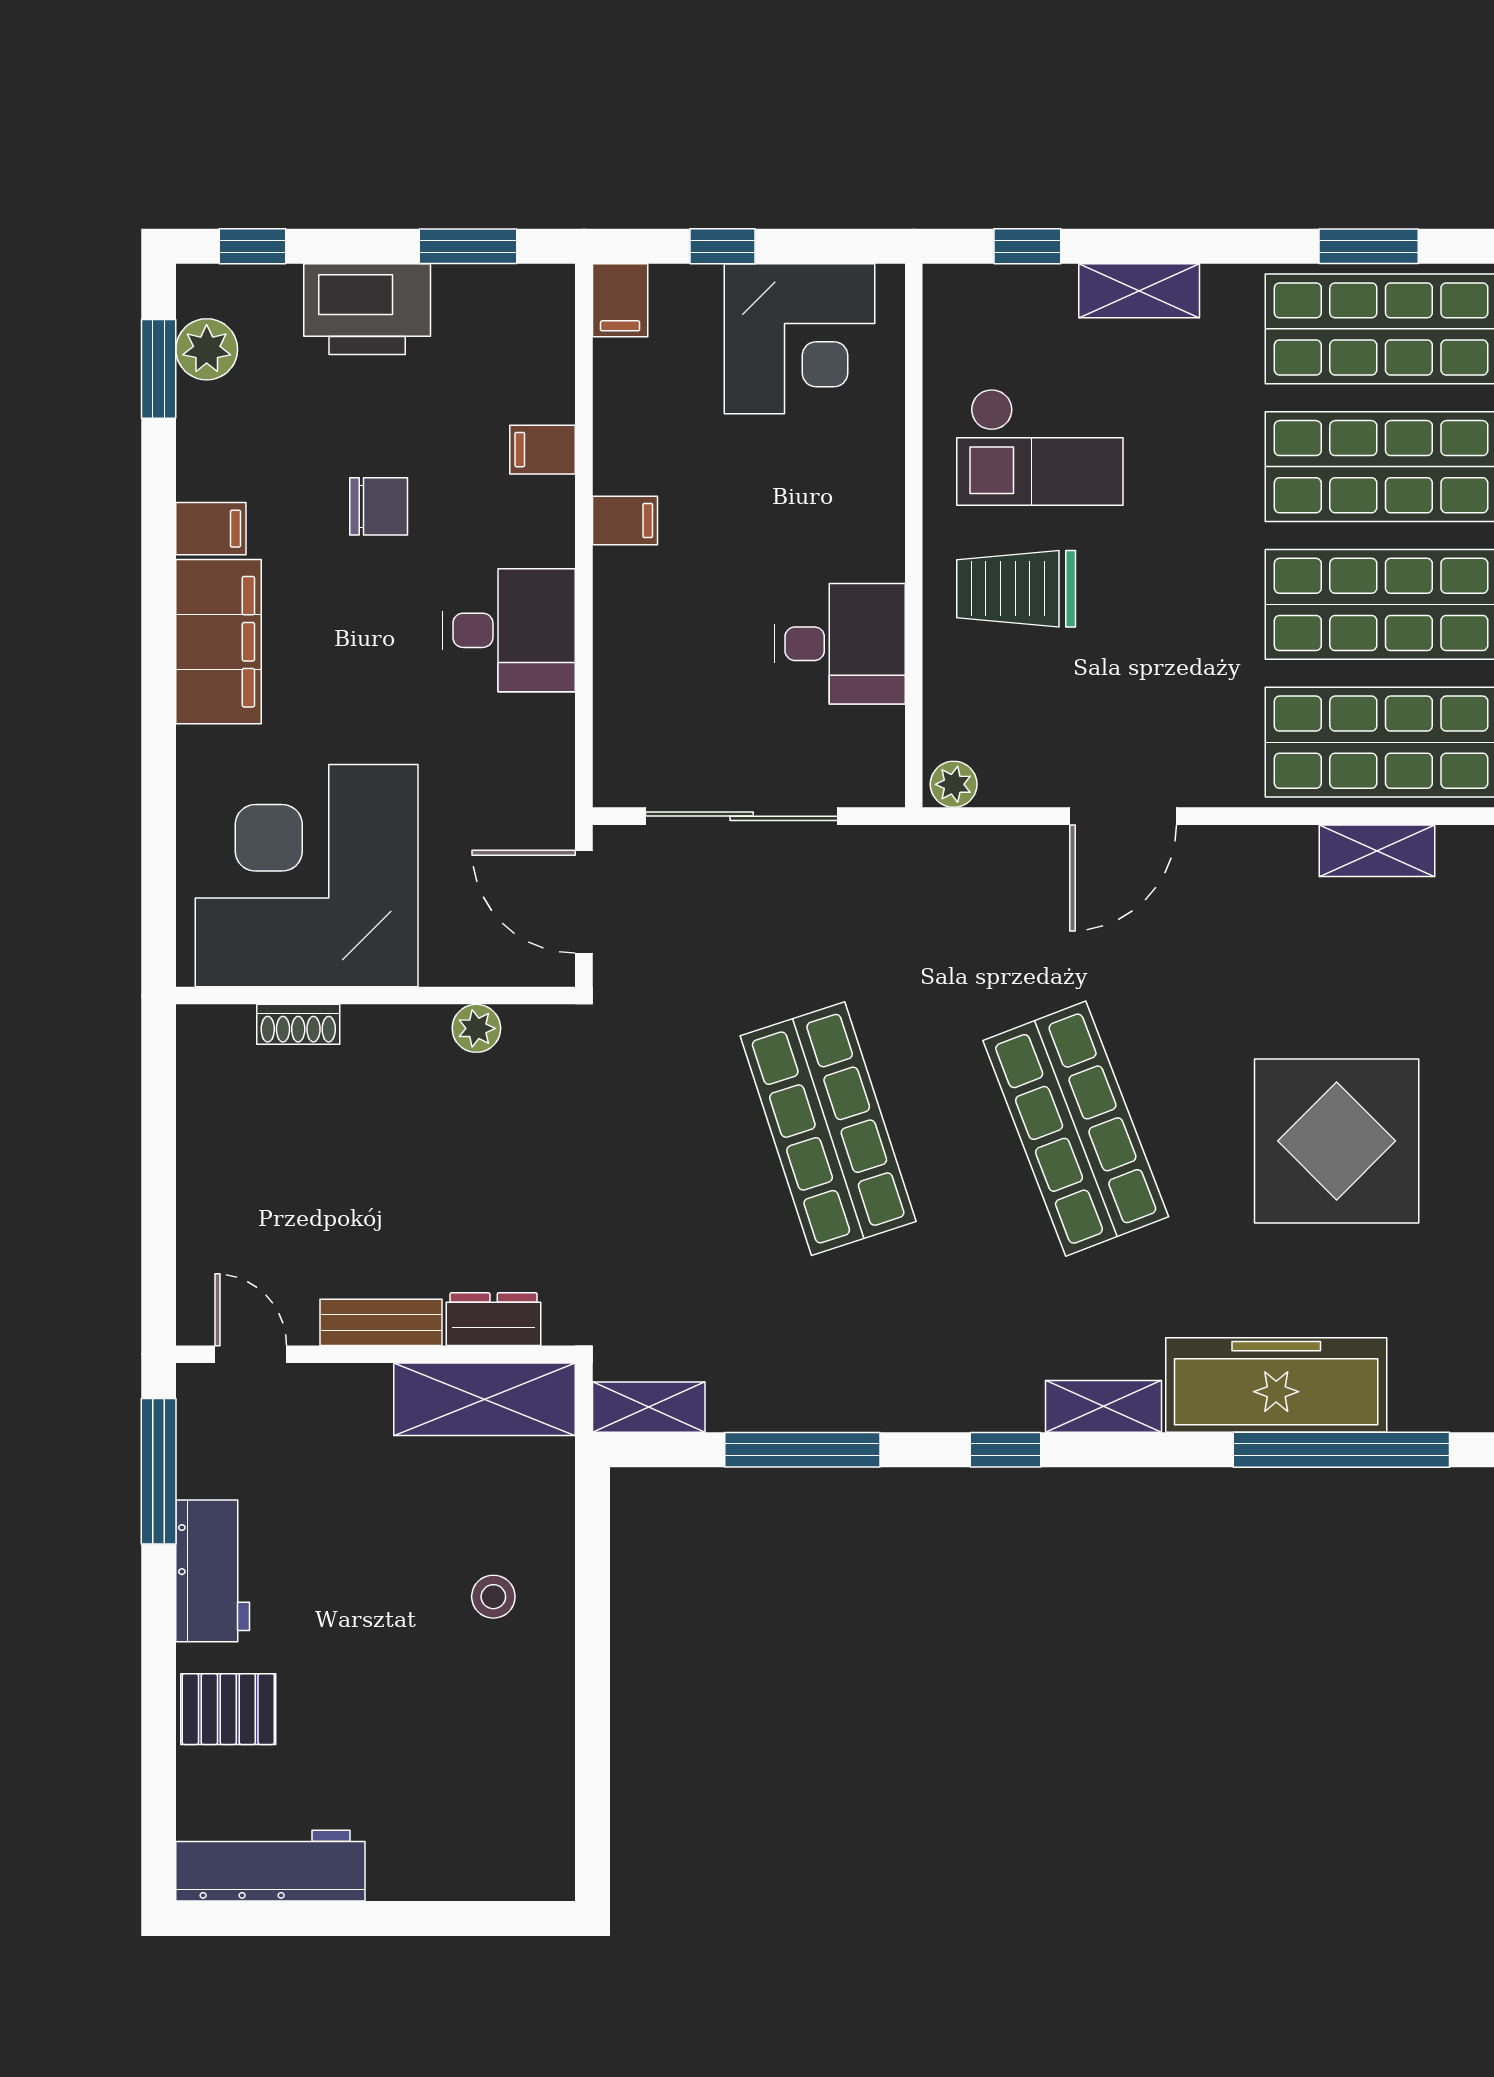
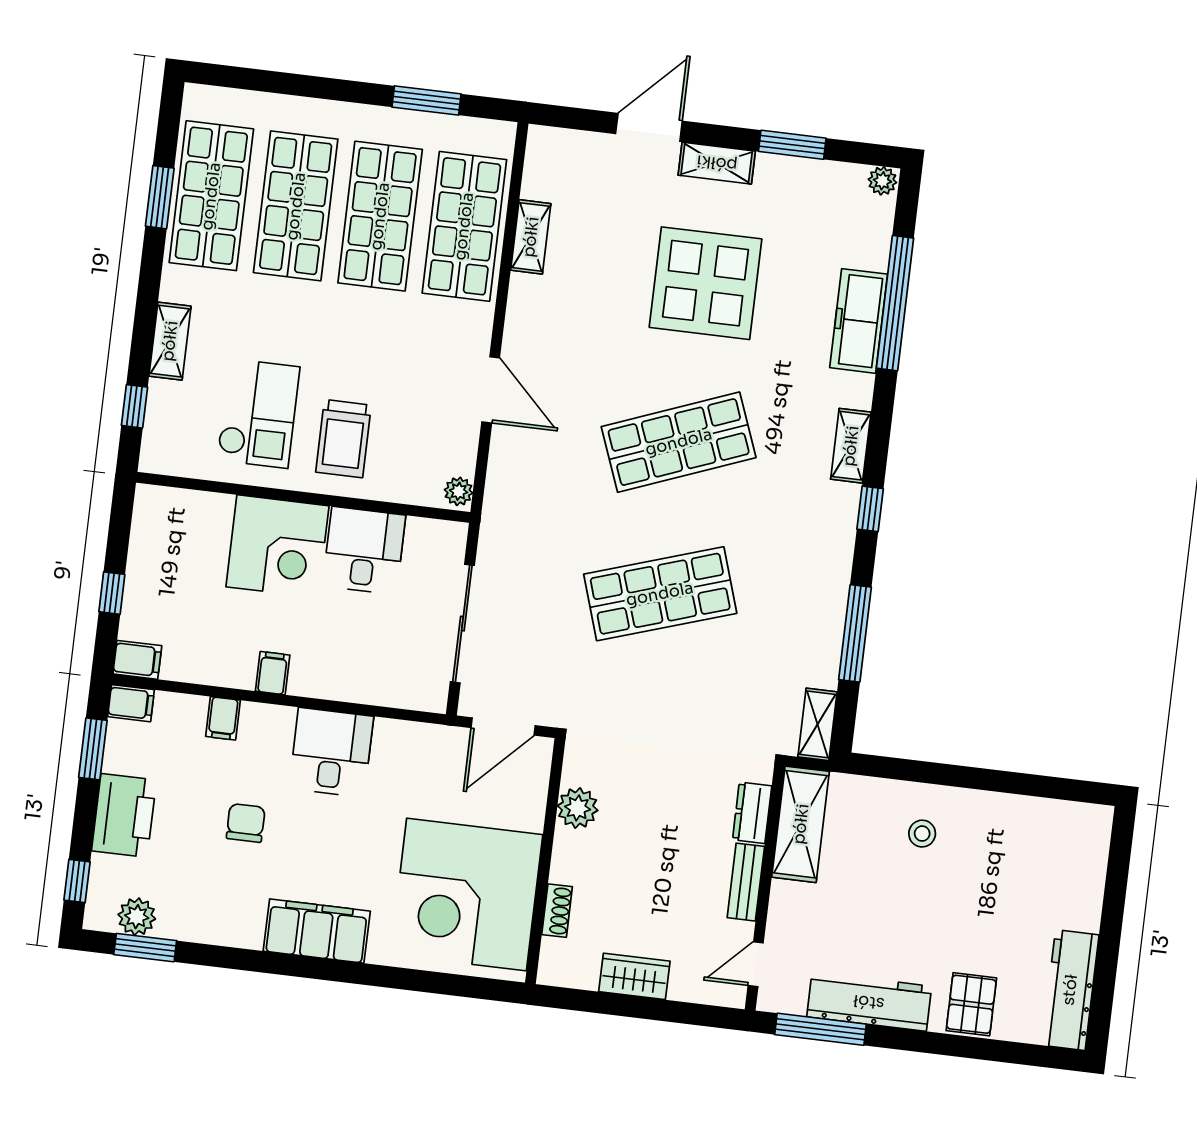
corner desk: (799, 339) -> (277, 546), moved, turned 90
filing cabinet: (211, 529) -> (131, 703), moved, turned 90
plant: (476, 1028) -> (578, 808), width x1.38, depth x1.38
wardrobe: (207, 1162) -> (634, 976), added
freezer: (1276, 1385) -> (859, 321), width x0.73, depth x0.79
workbench: (213, 1571) -> (869, 1002), width x1.38

